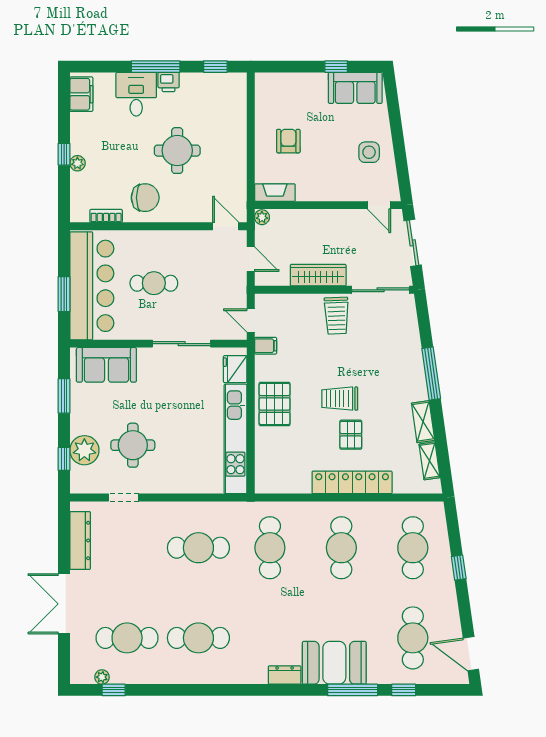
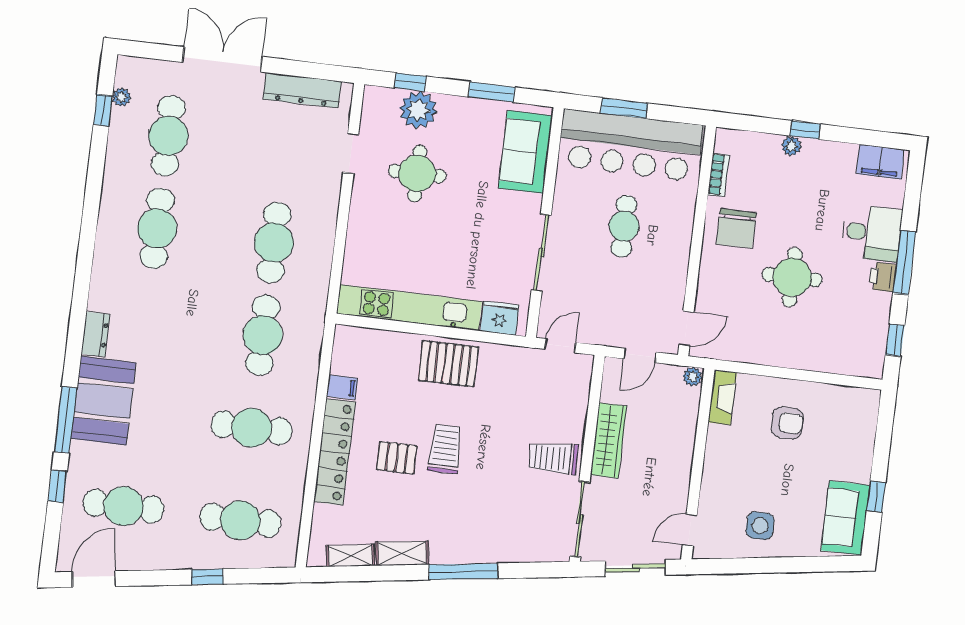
filing cabinet: (266, 346) -> (342, 387), moved, turned -90
cafe table: (270, 548) -> (263, 335), turned 90

